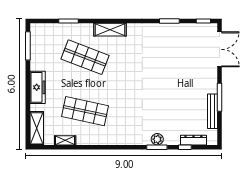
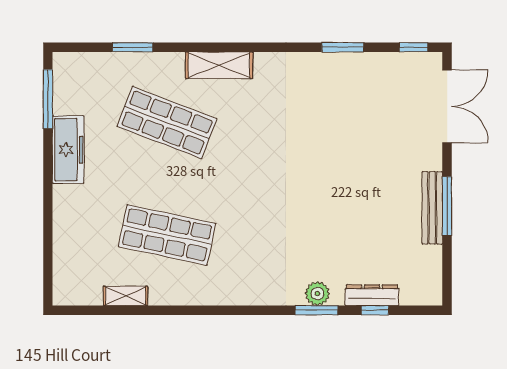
freezer: (38, 87) -> (68, 150), moved
bench: (212, 111) -> (432, 208), moved
shelving: (37, 128) -> (66, 271), removed
dresser: (193, 140) -> (372, 295), moved

